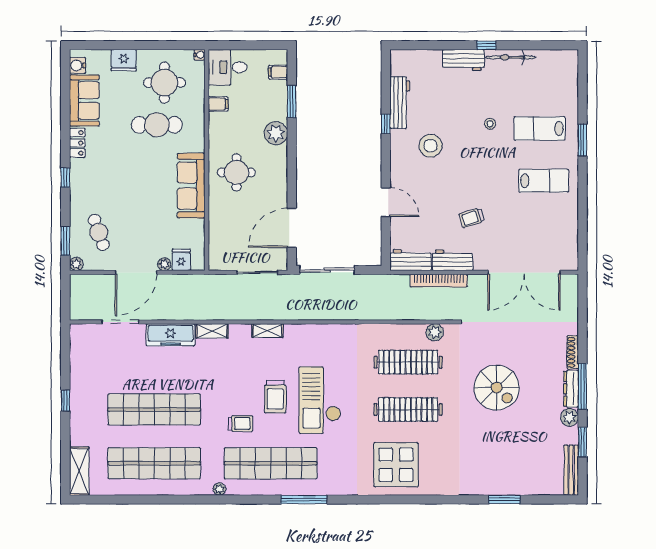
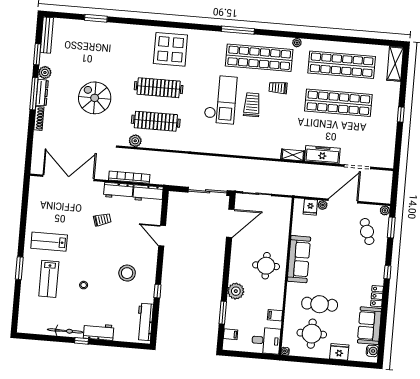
workbench: (400, 103) -> (145, 322), moved
lab bench: (540, 128) -> (49, 279), turned 90
shelving: (267, 331) -> (253, 152), removed

